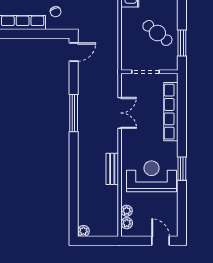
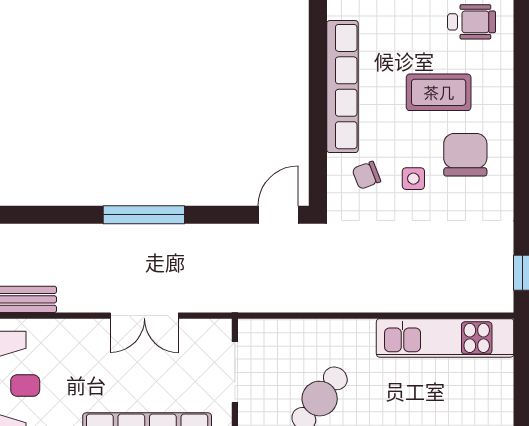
door: (74, 52) -> (278, 215), swing flipped

